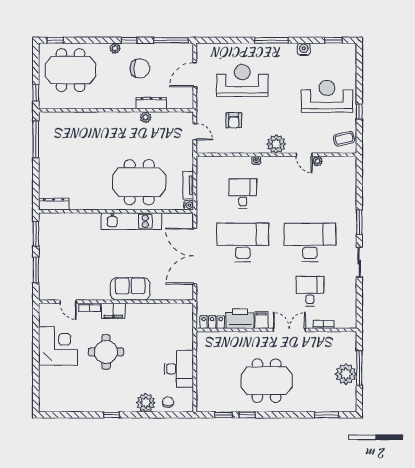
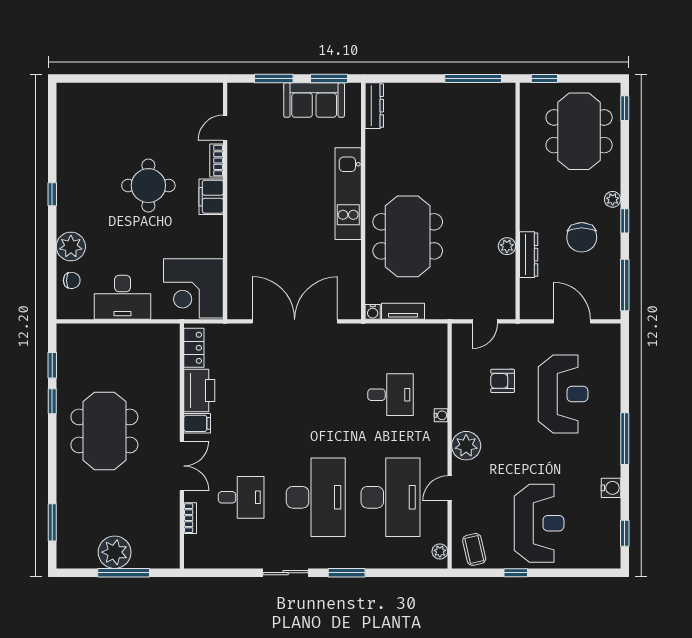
plant: (317, 161) -> (440, 551), moved
kitchen unit: (131, 221) -> (348, 194), moved
desk: (243, 242) -> (390, 497), moved
sofa: (130, 289) -> (314, 100), moved, turned 90
corner desk: (58, 346) -> (193, 288), moved, turned 90

